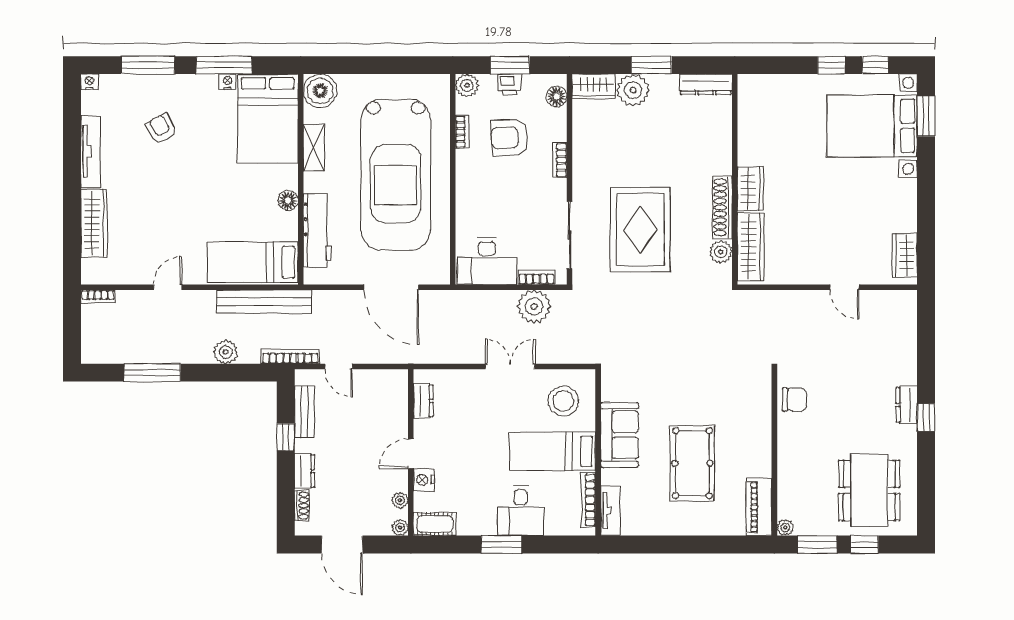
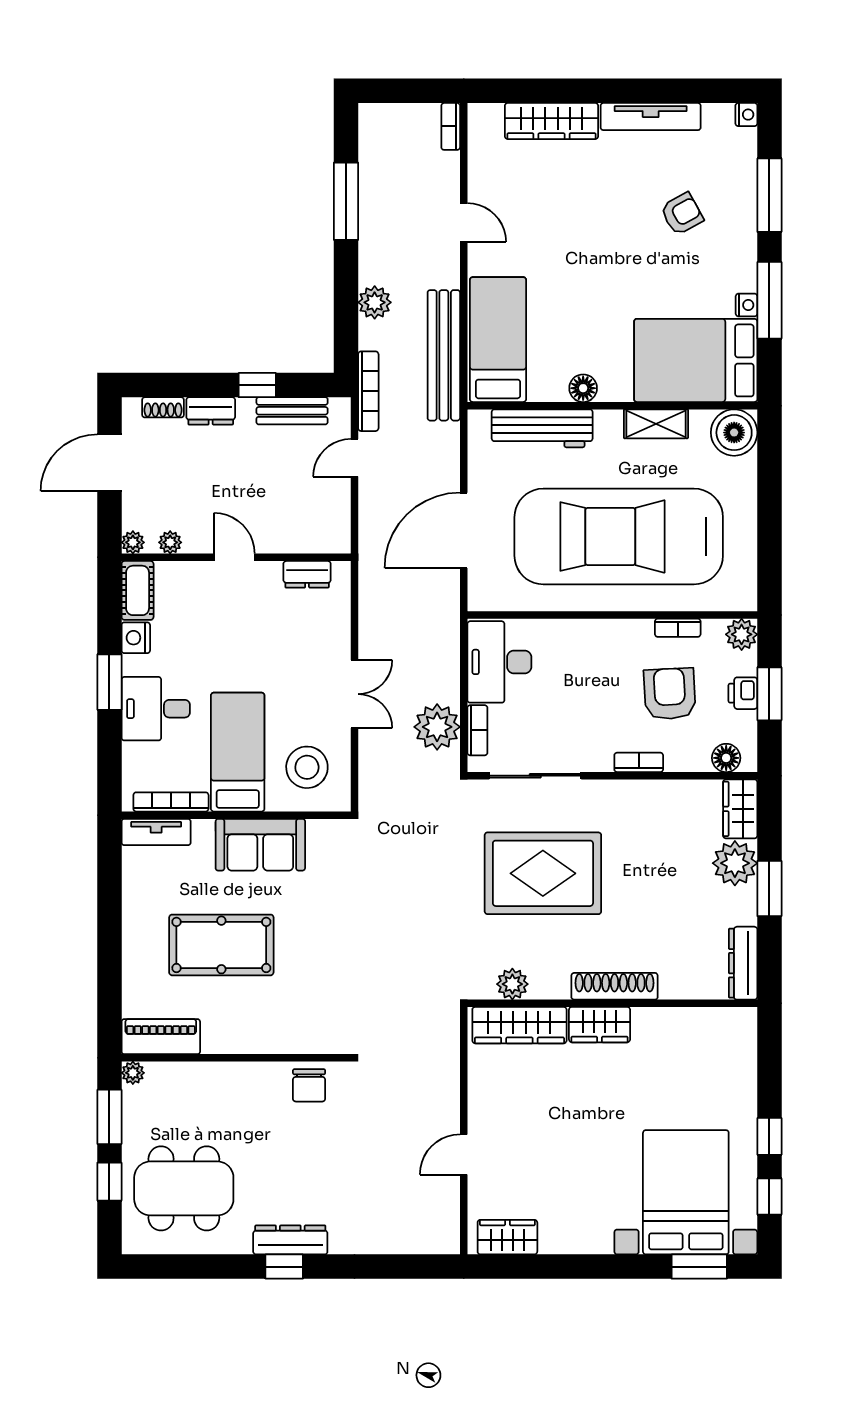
shoe rack: (722, 207) -> (615, 986), moved
dresser: (907, 405) -> (290, 1240), width x1.44
nightstand: (424, 480) -> (136, 638), moved, turned -90

